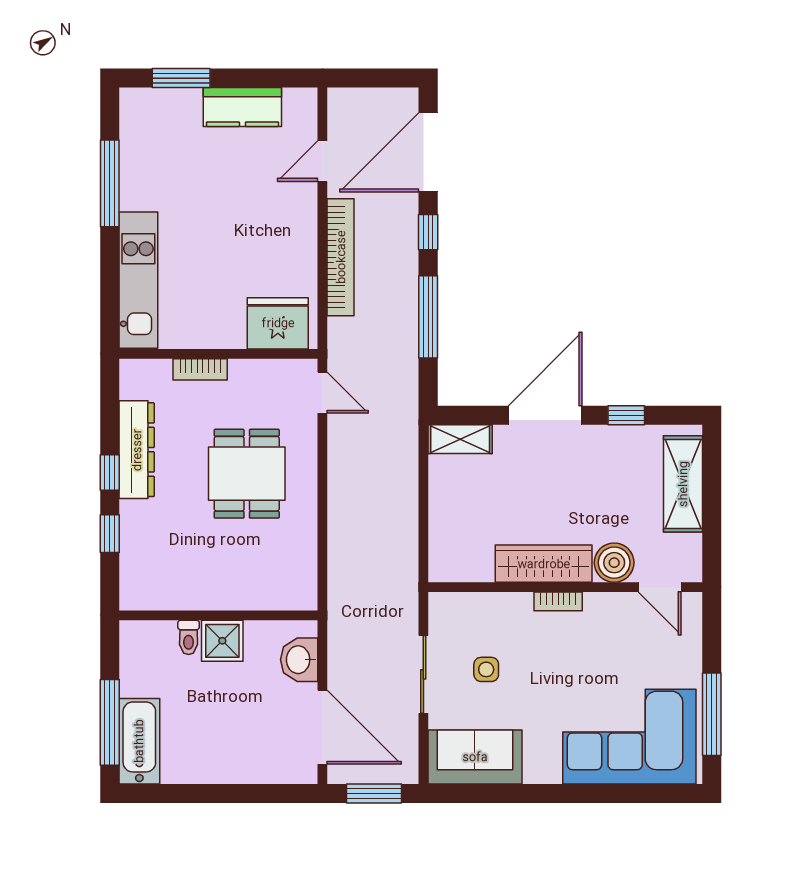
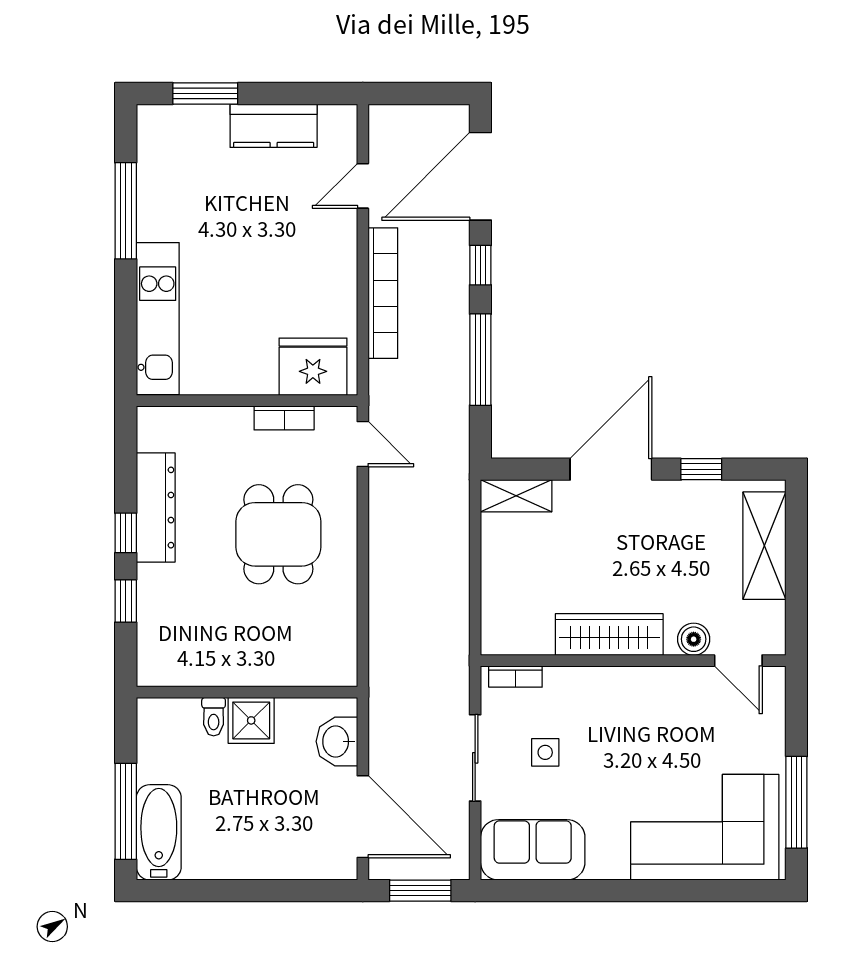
bookcase: (200, 369) -> (284, 418), moved
boiler: (614, 563) -> (694, 639), width x0.73, depth x0.73
bookcase: (558, 601) -> (515, 677), moved

